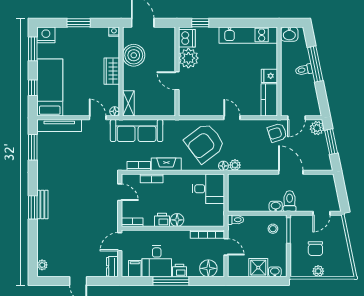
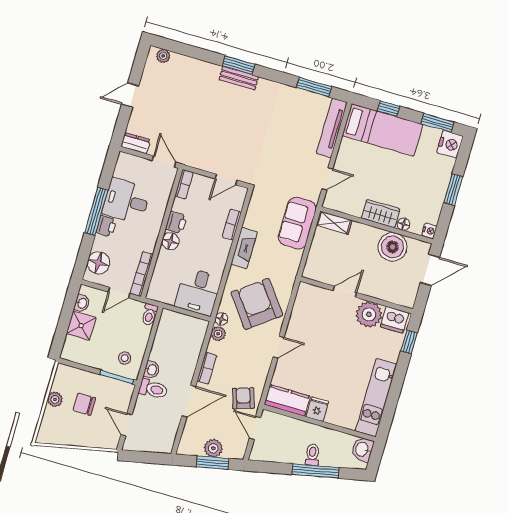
floor lamp: (115, 111) -> (403, 224), moved
plant: (317, 128) -> (213, 448), moved
sofa: (137, 131) -> (297, 223), width x0.73
bookcase: (139, 166) -> (207, 368), moved
filing cabinet: (135, 269) -> (125, 171), removed
washbasin: (275, 272) -> (82, 303), moved

